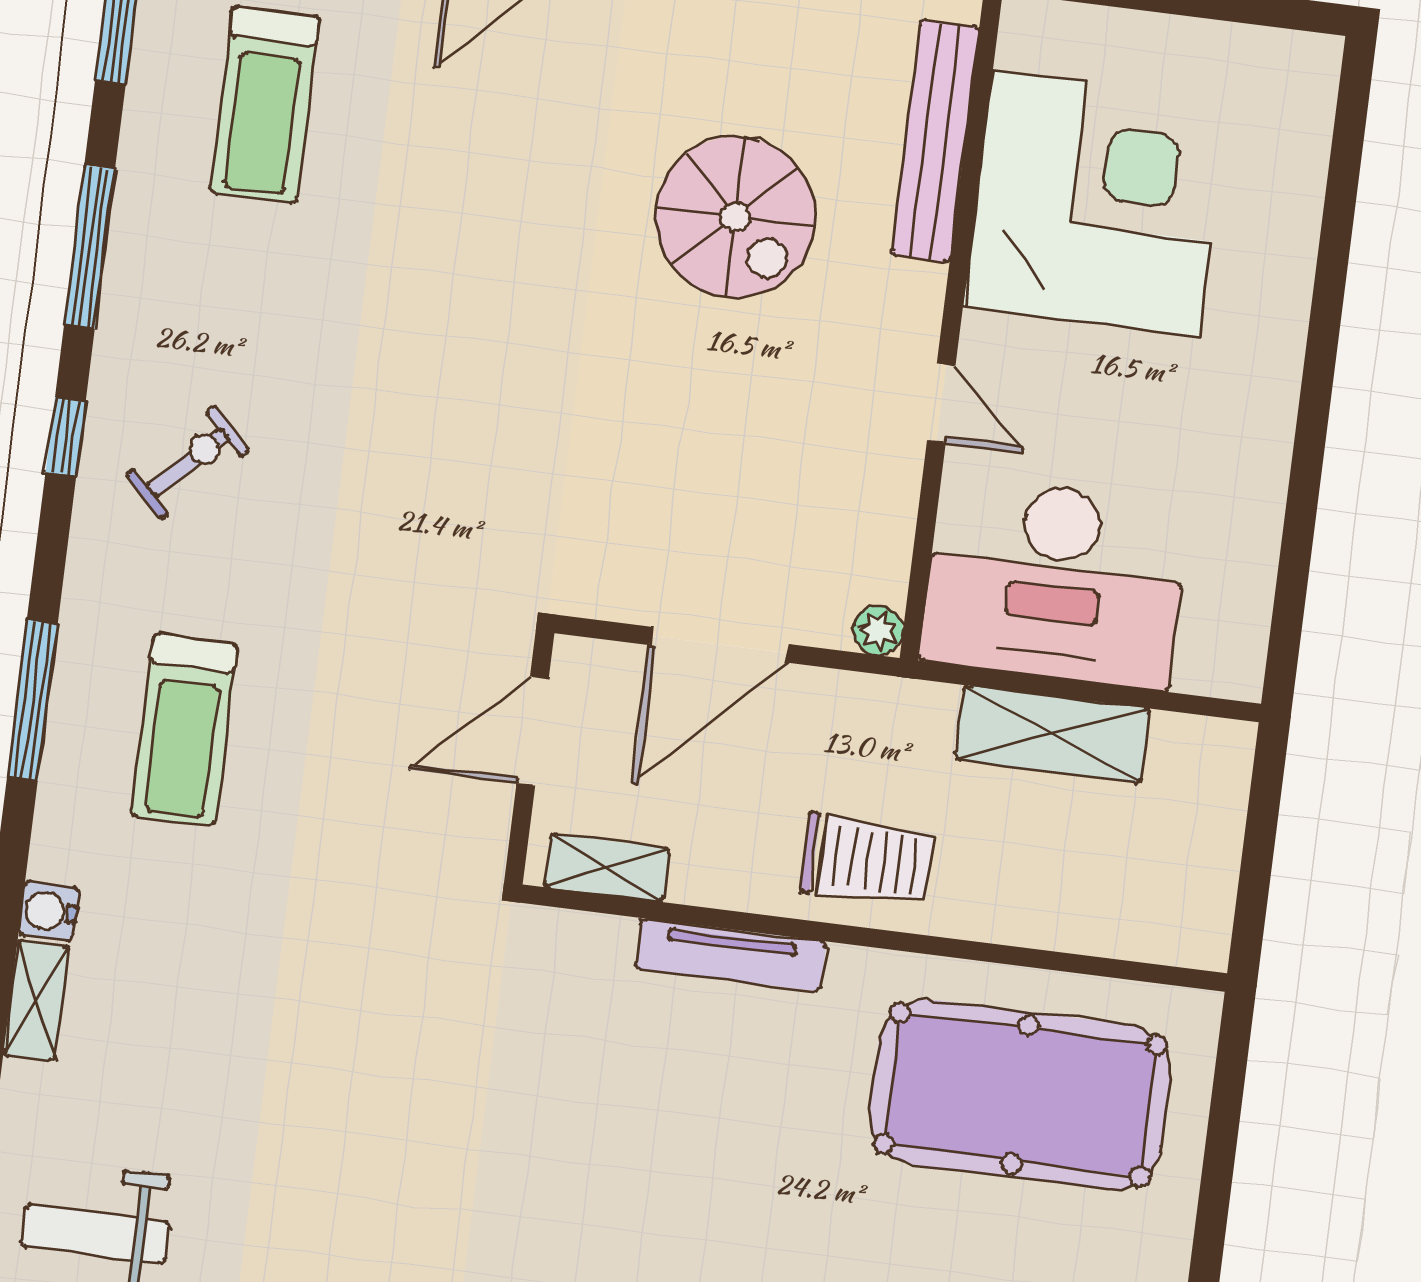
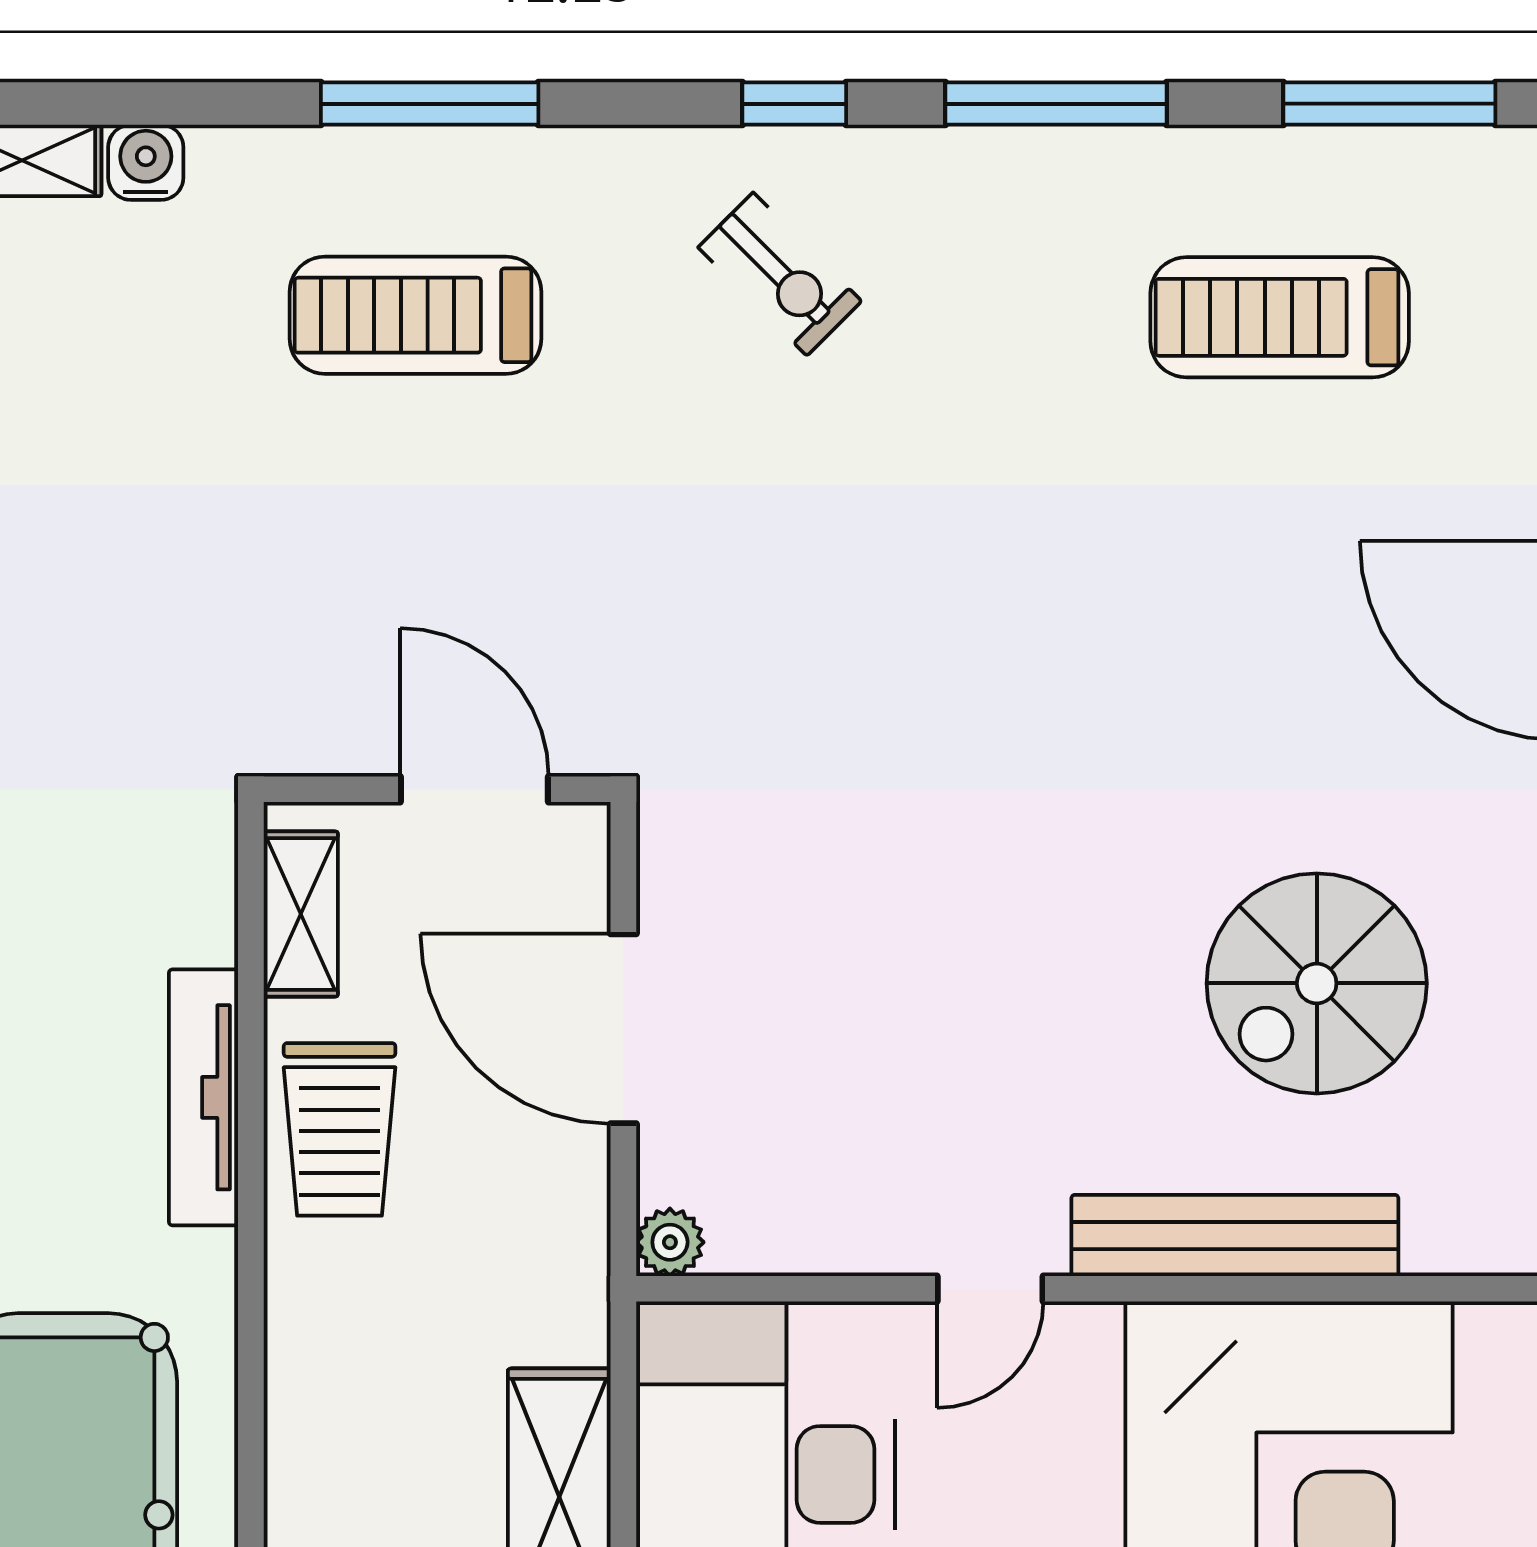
bench: (935, 141) -> (1235, 1235), moved
spiral stairs: (736, 217) -> (1317, 983), moved
trolley: (867, 860) -> (340, 1129), moved

